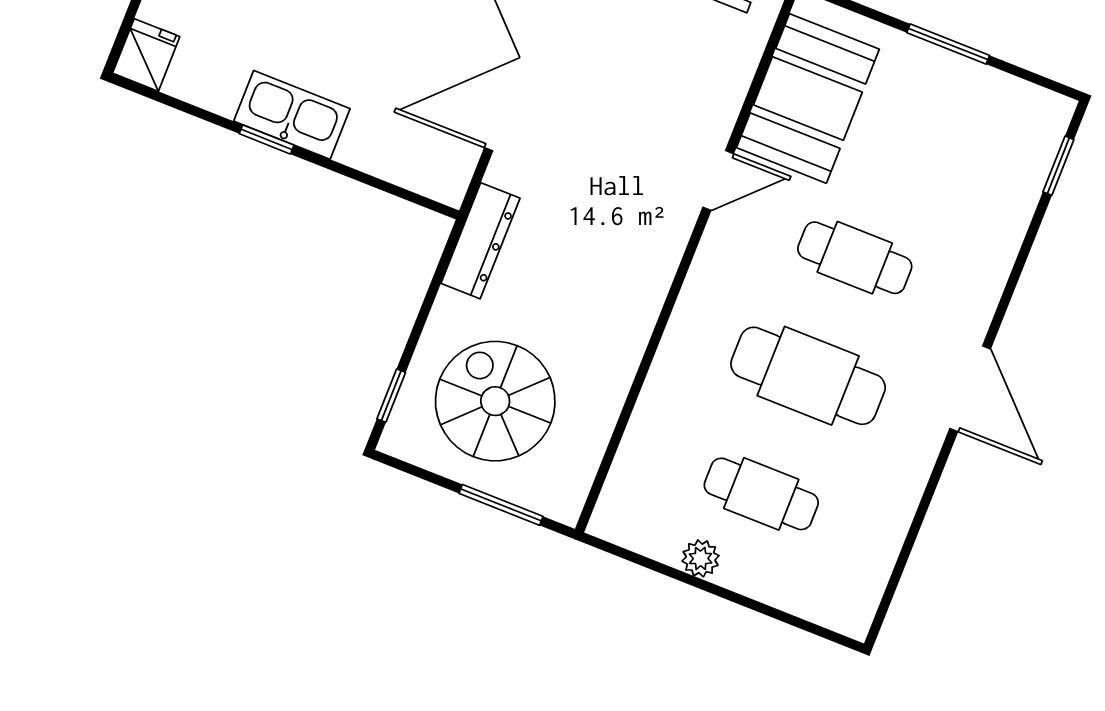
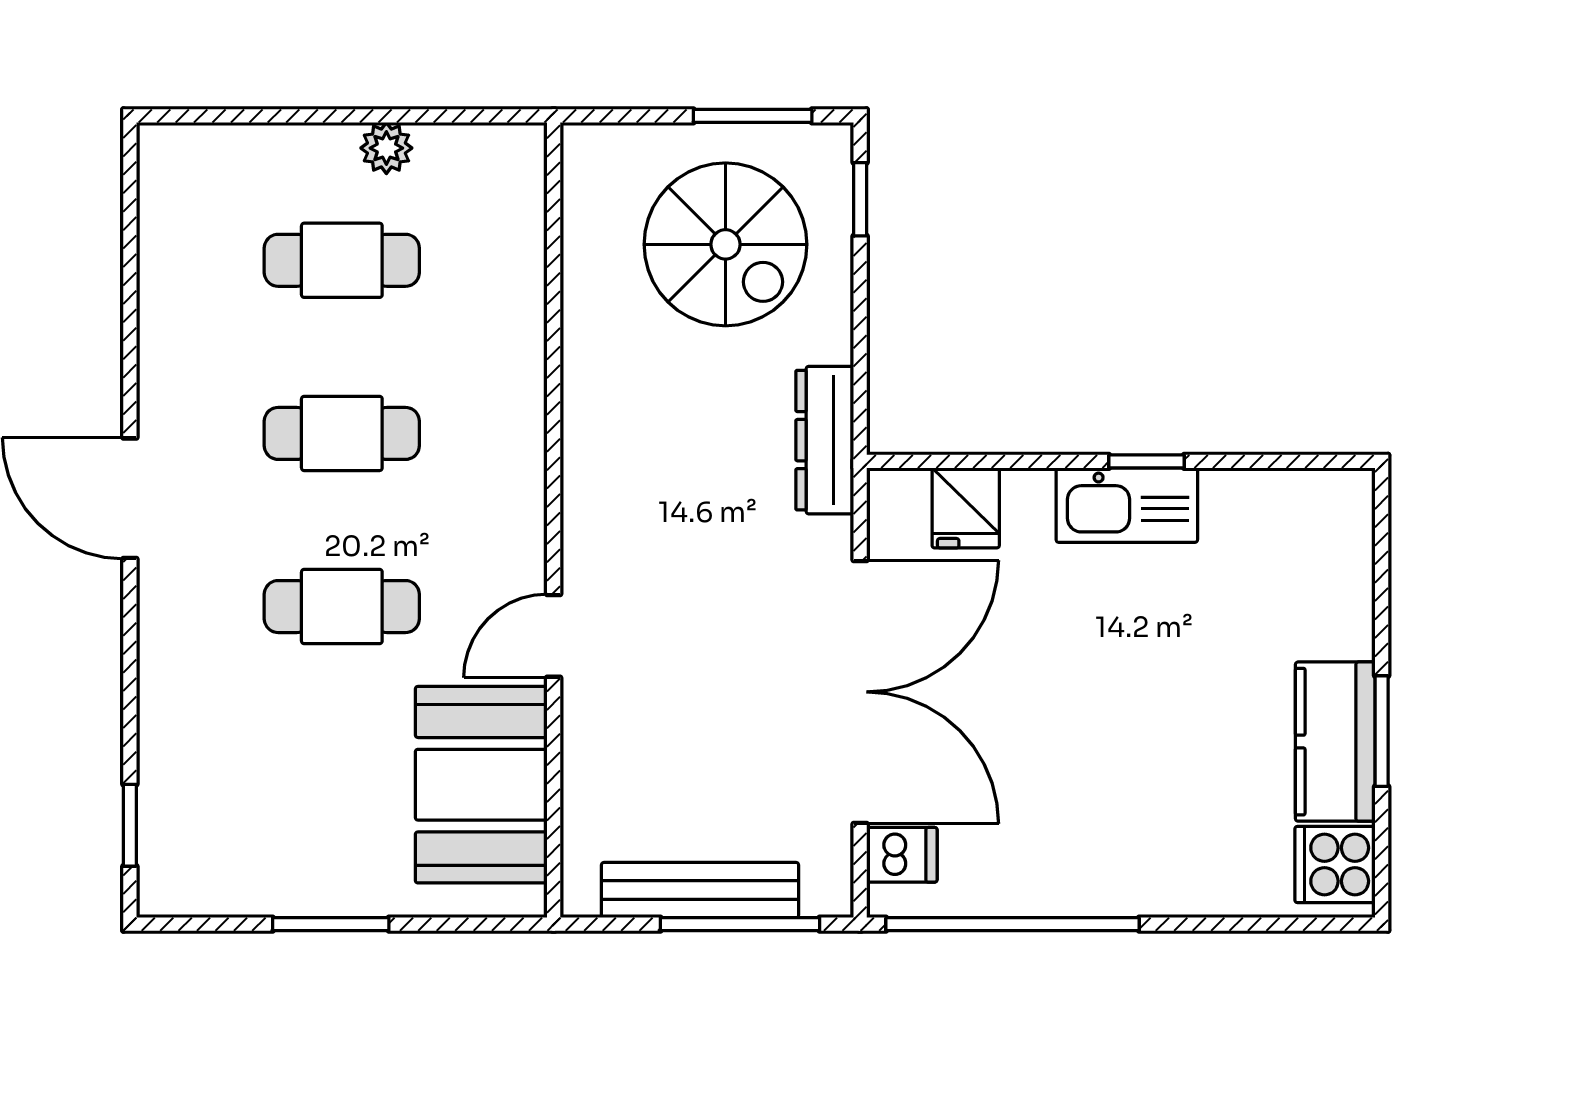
fridge: (146, 55) -> (966, 508), moved
cafe table: (808, 376) -> (342, 433), width x0.73, depth x0.74
window: (501, 505) -> (753, 116), moved

